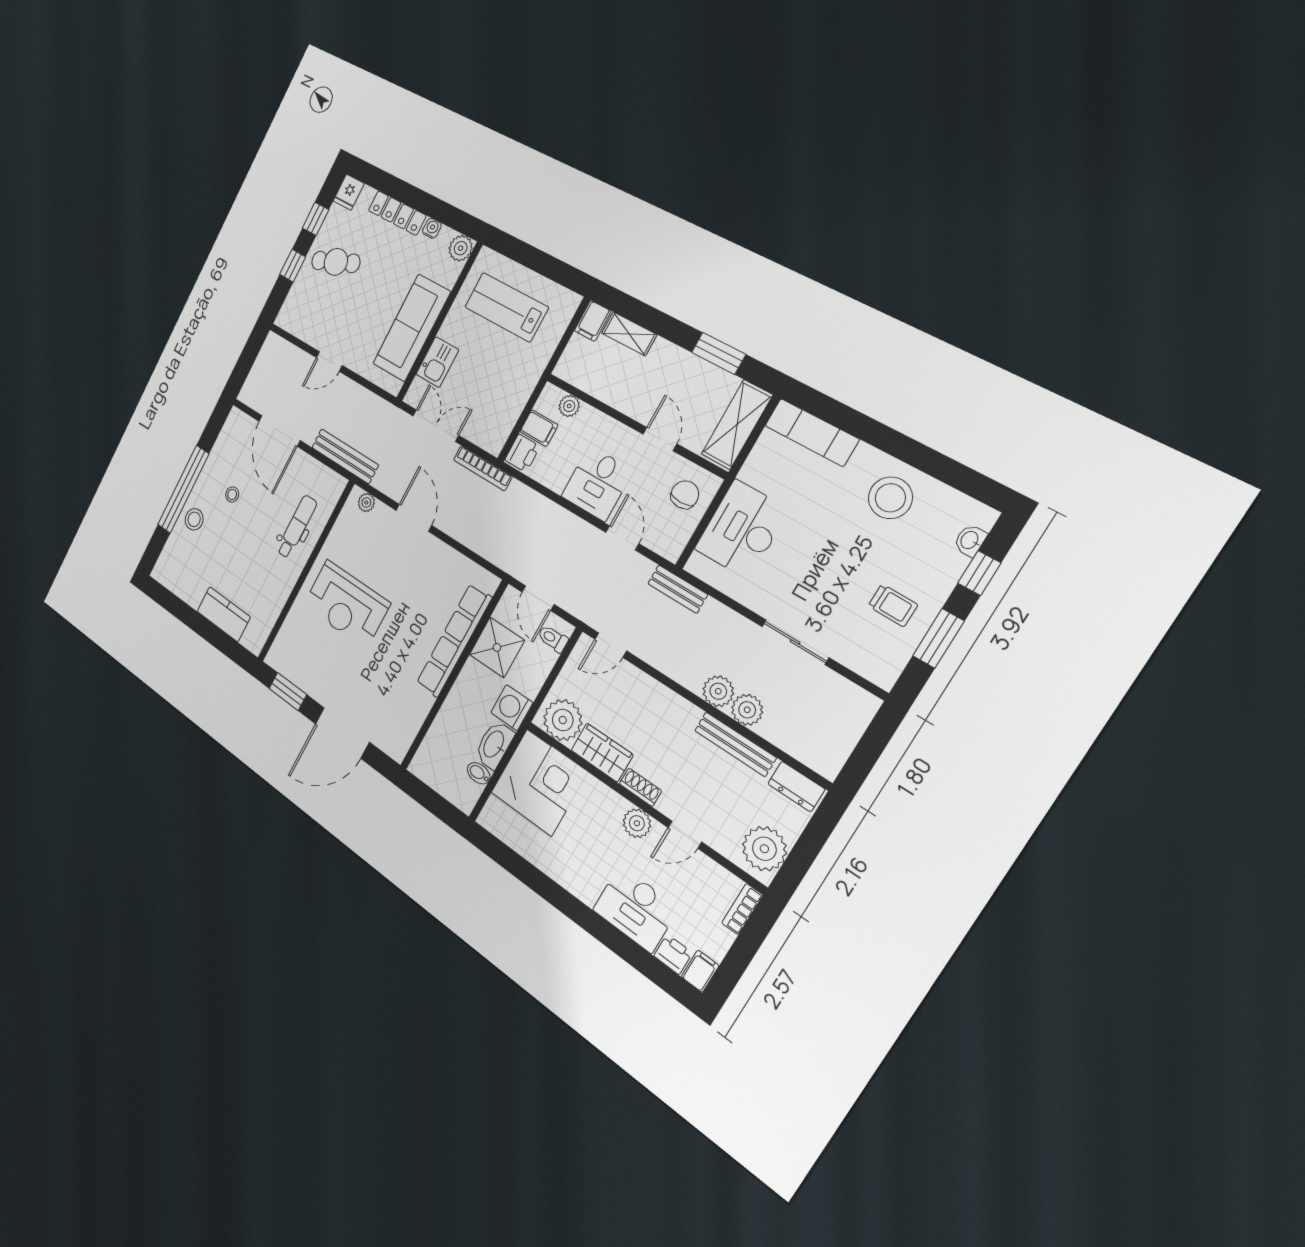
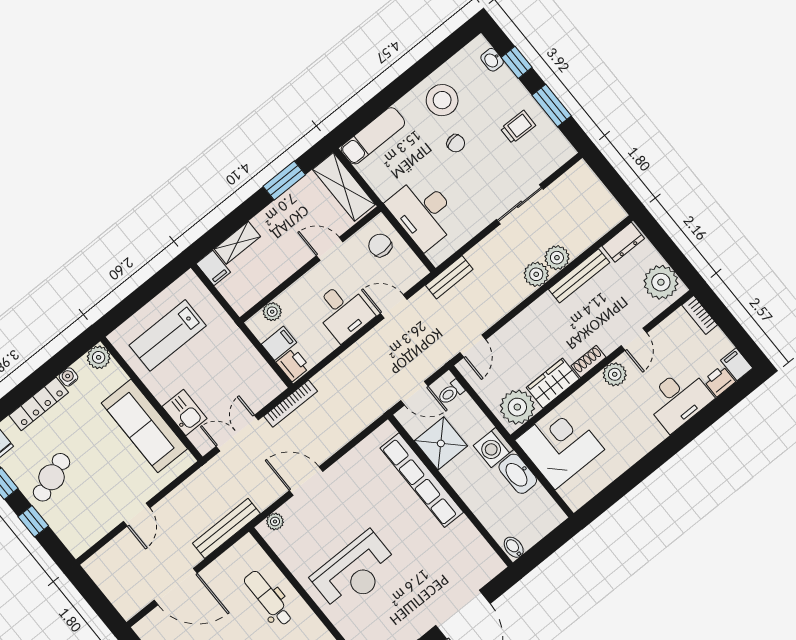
chair: (841, 536) -> (456, 143), added
bidet: (479, 773) -> (514, 547), moved, turned 90

